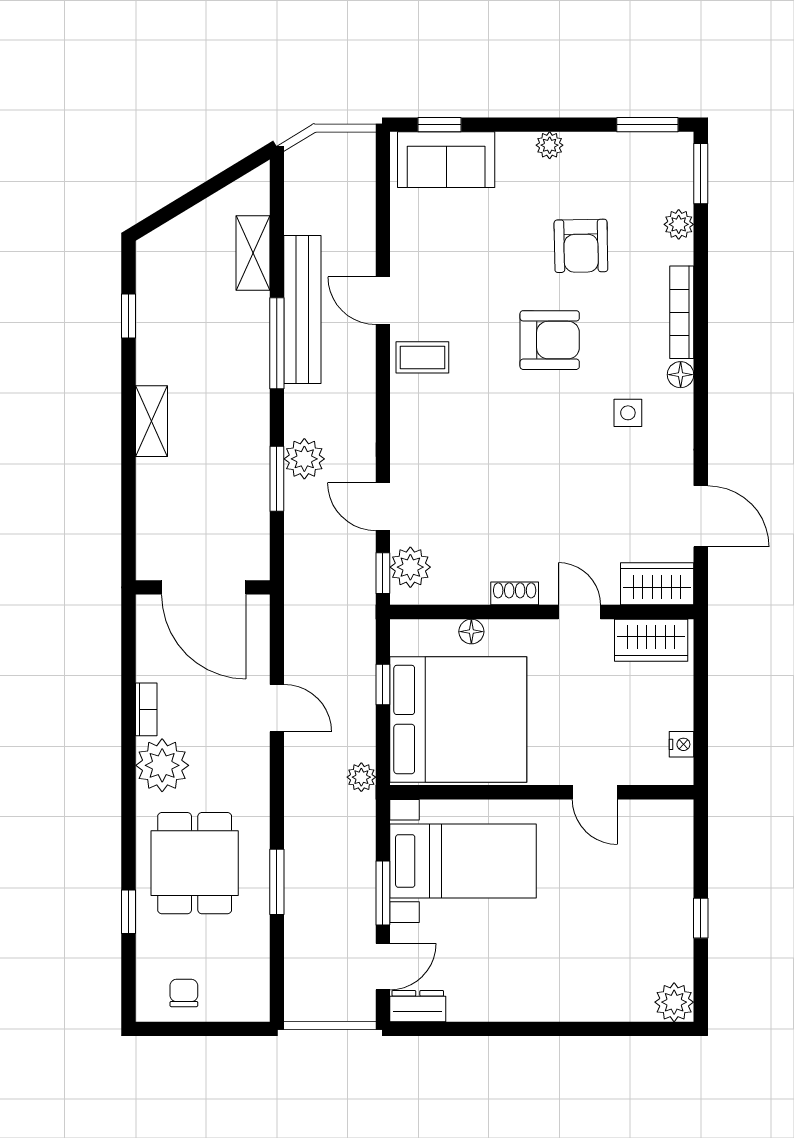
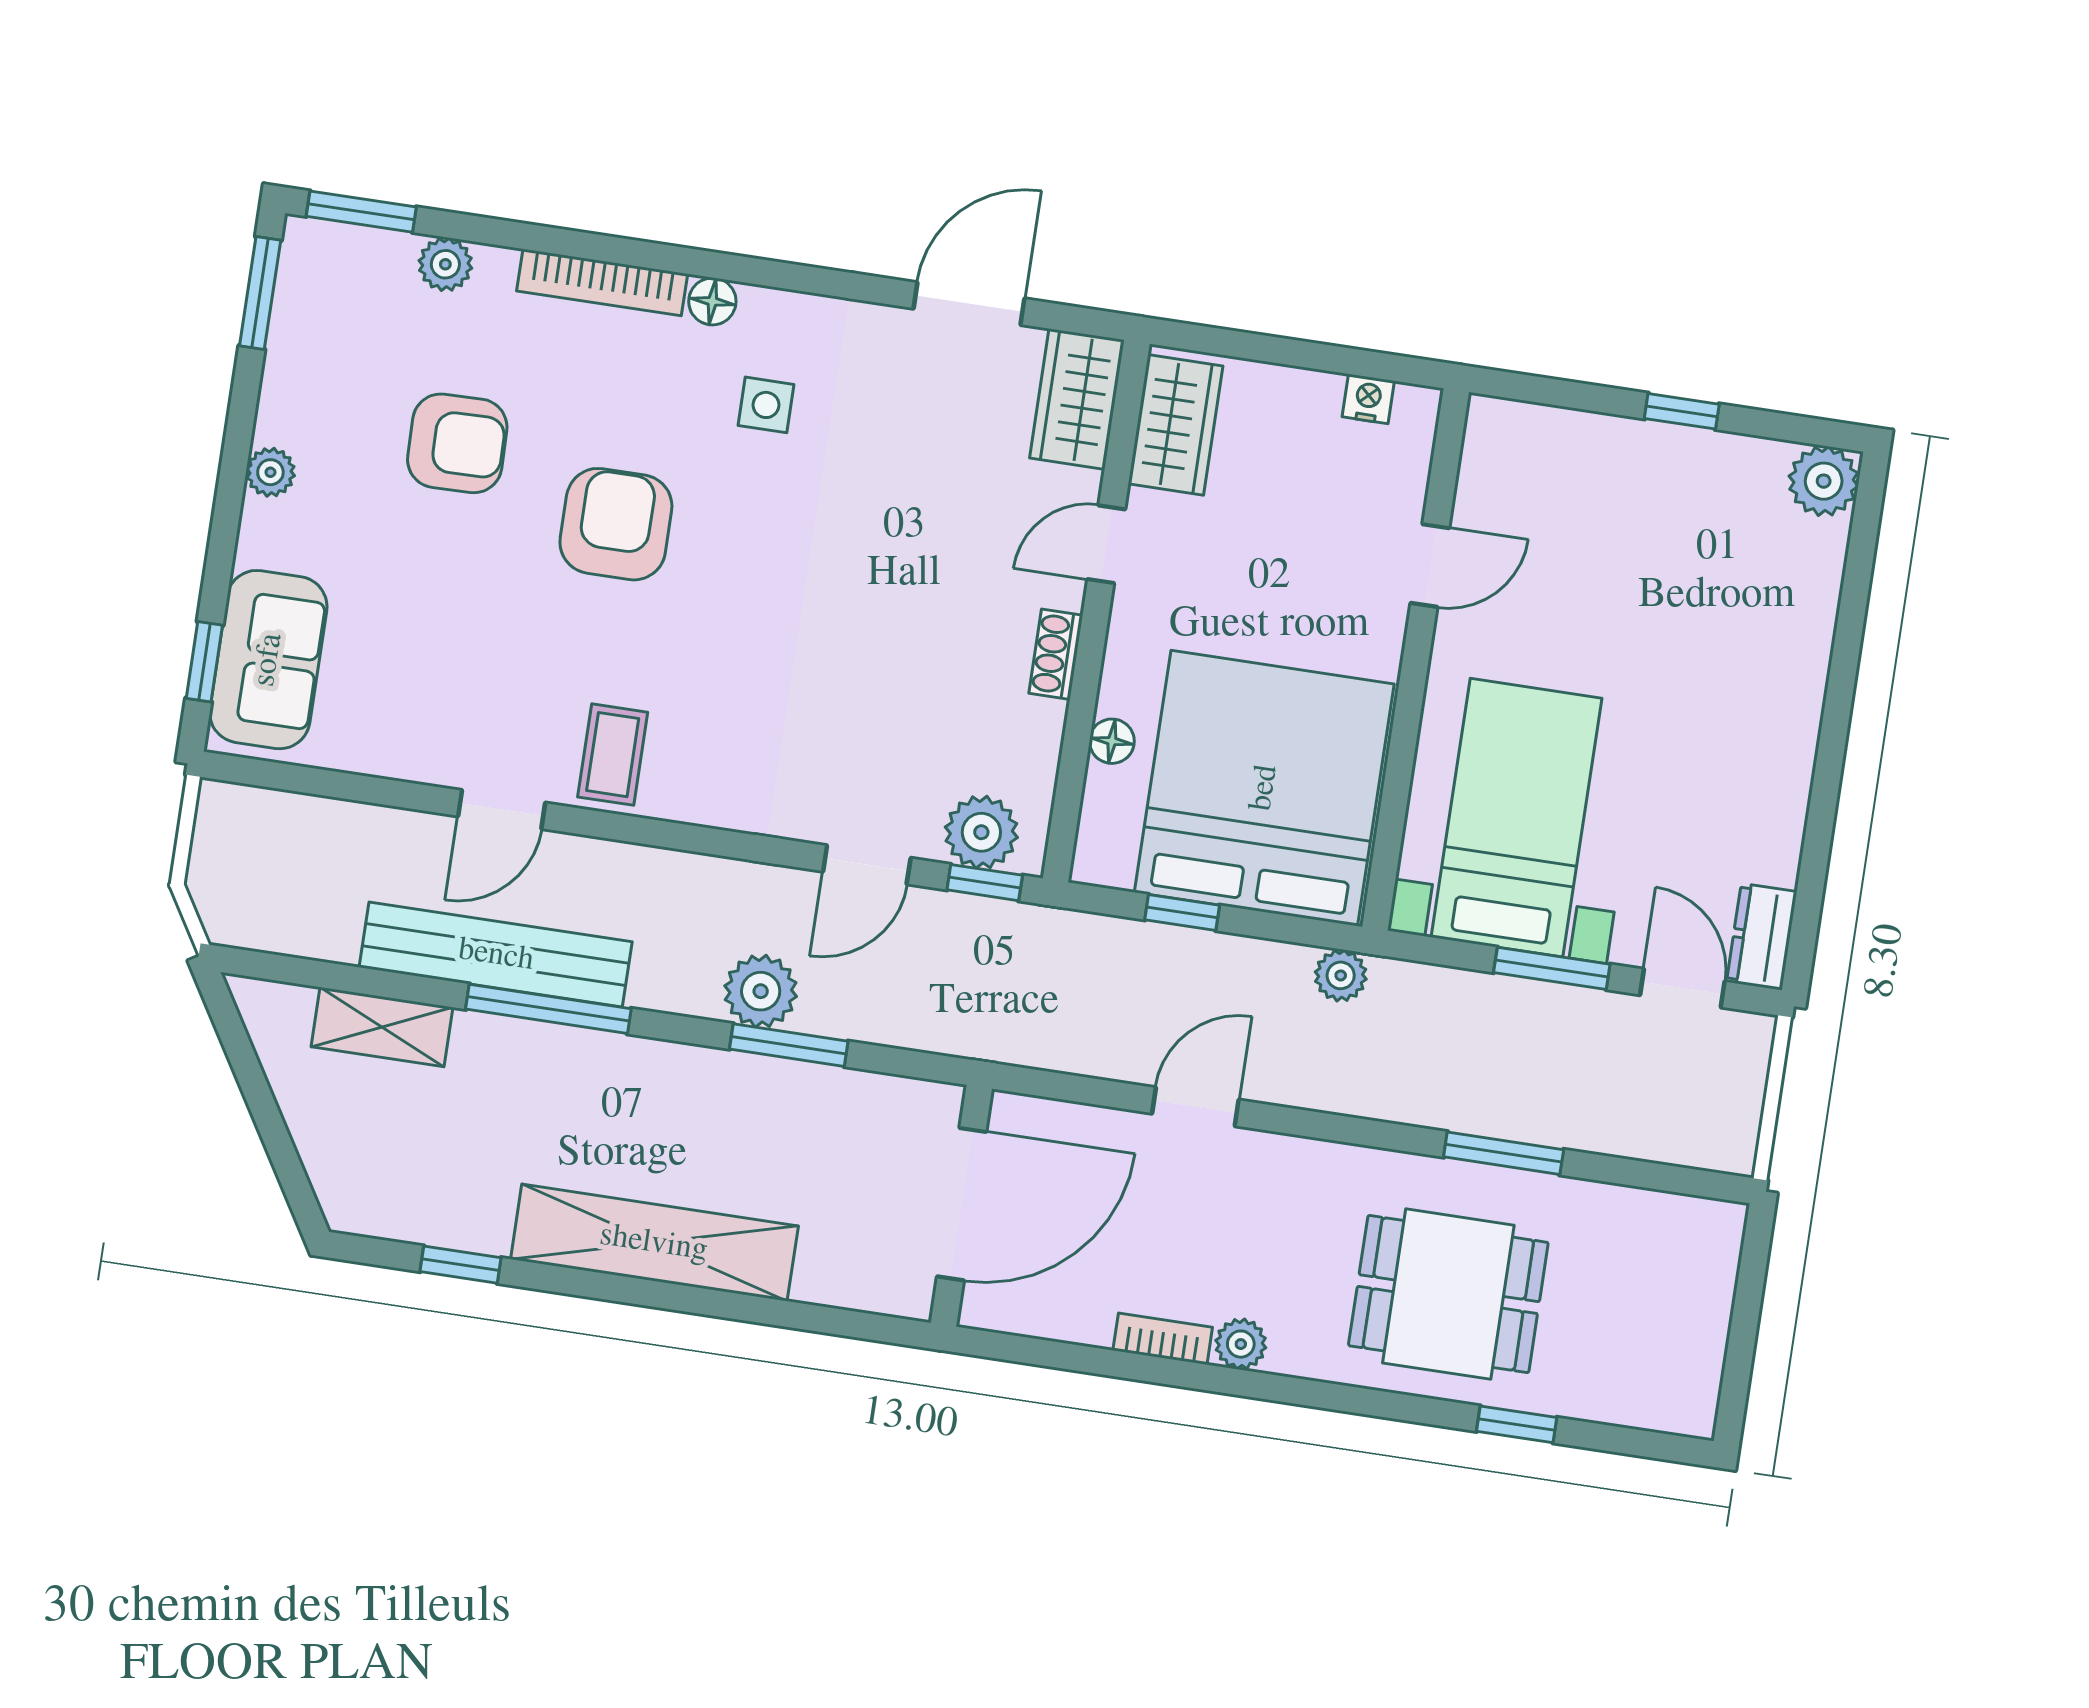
shelving: (152, 421) -> (654, 1243), width x2.20, depth x1.33
plant: (162, 765) -> (1241, 1344), width x0.53, depth x0.53
chair: (184, 993) -> (1676, 1348), removed

